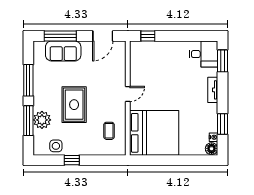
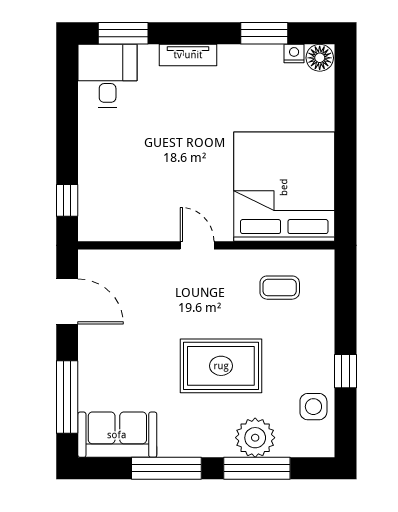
sofa: (63, 51) -> (117, 435), moved, turned -90

